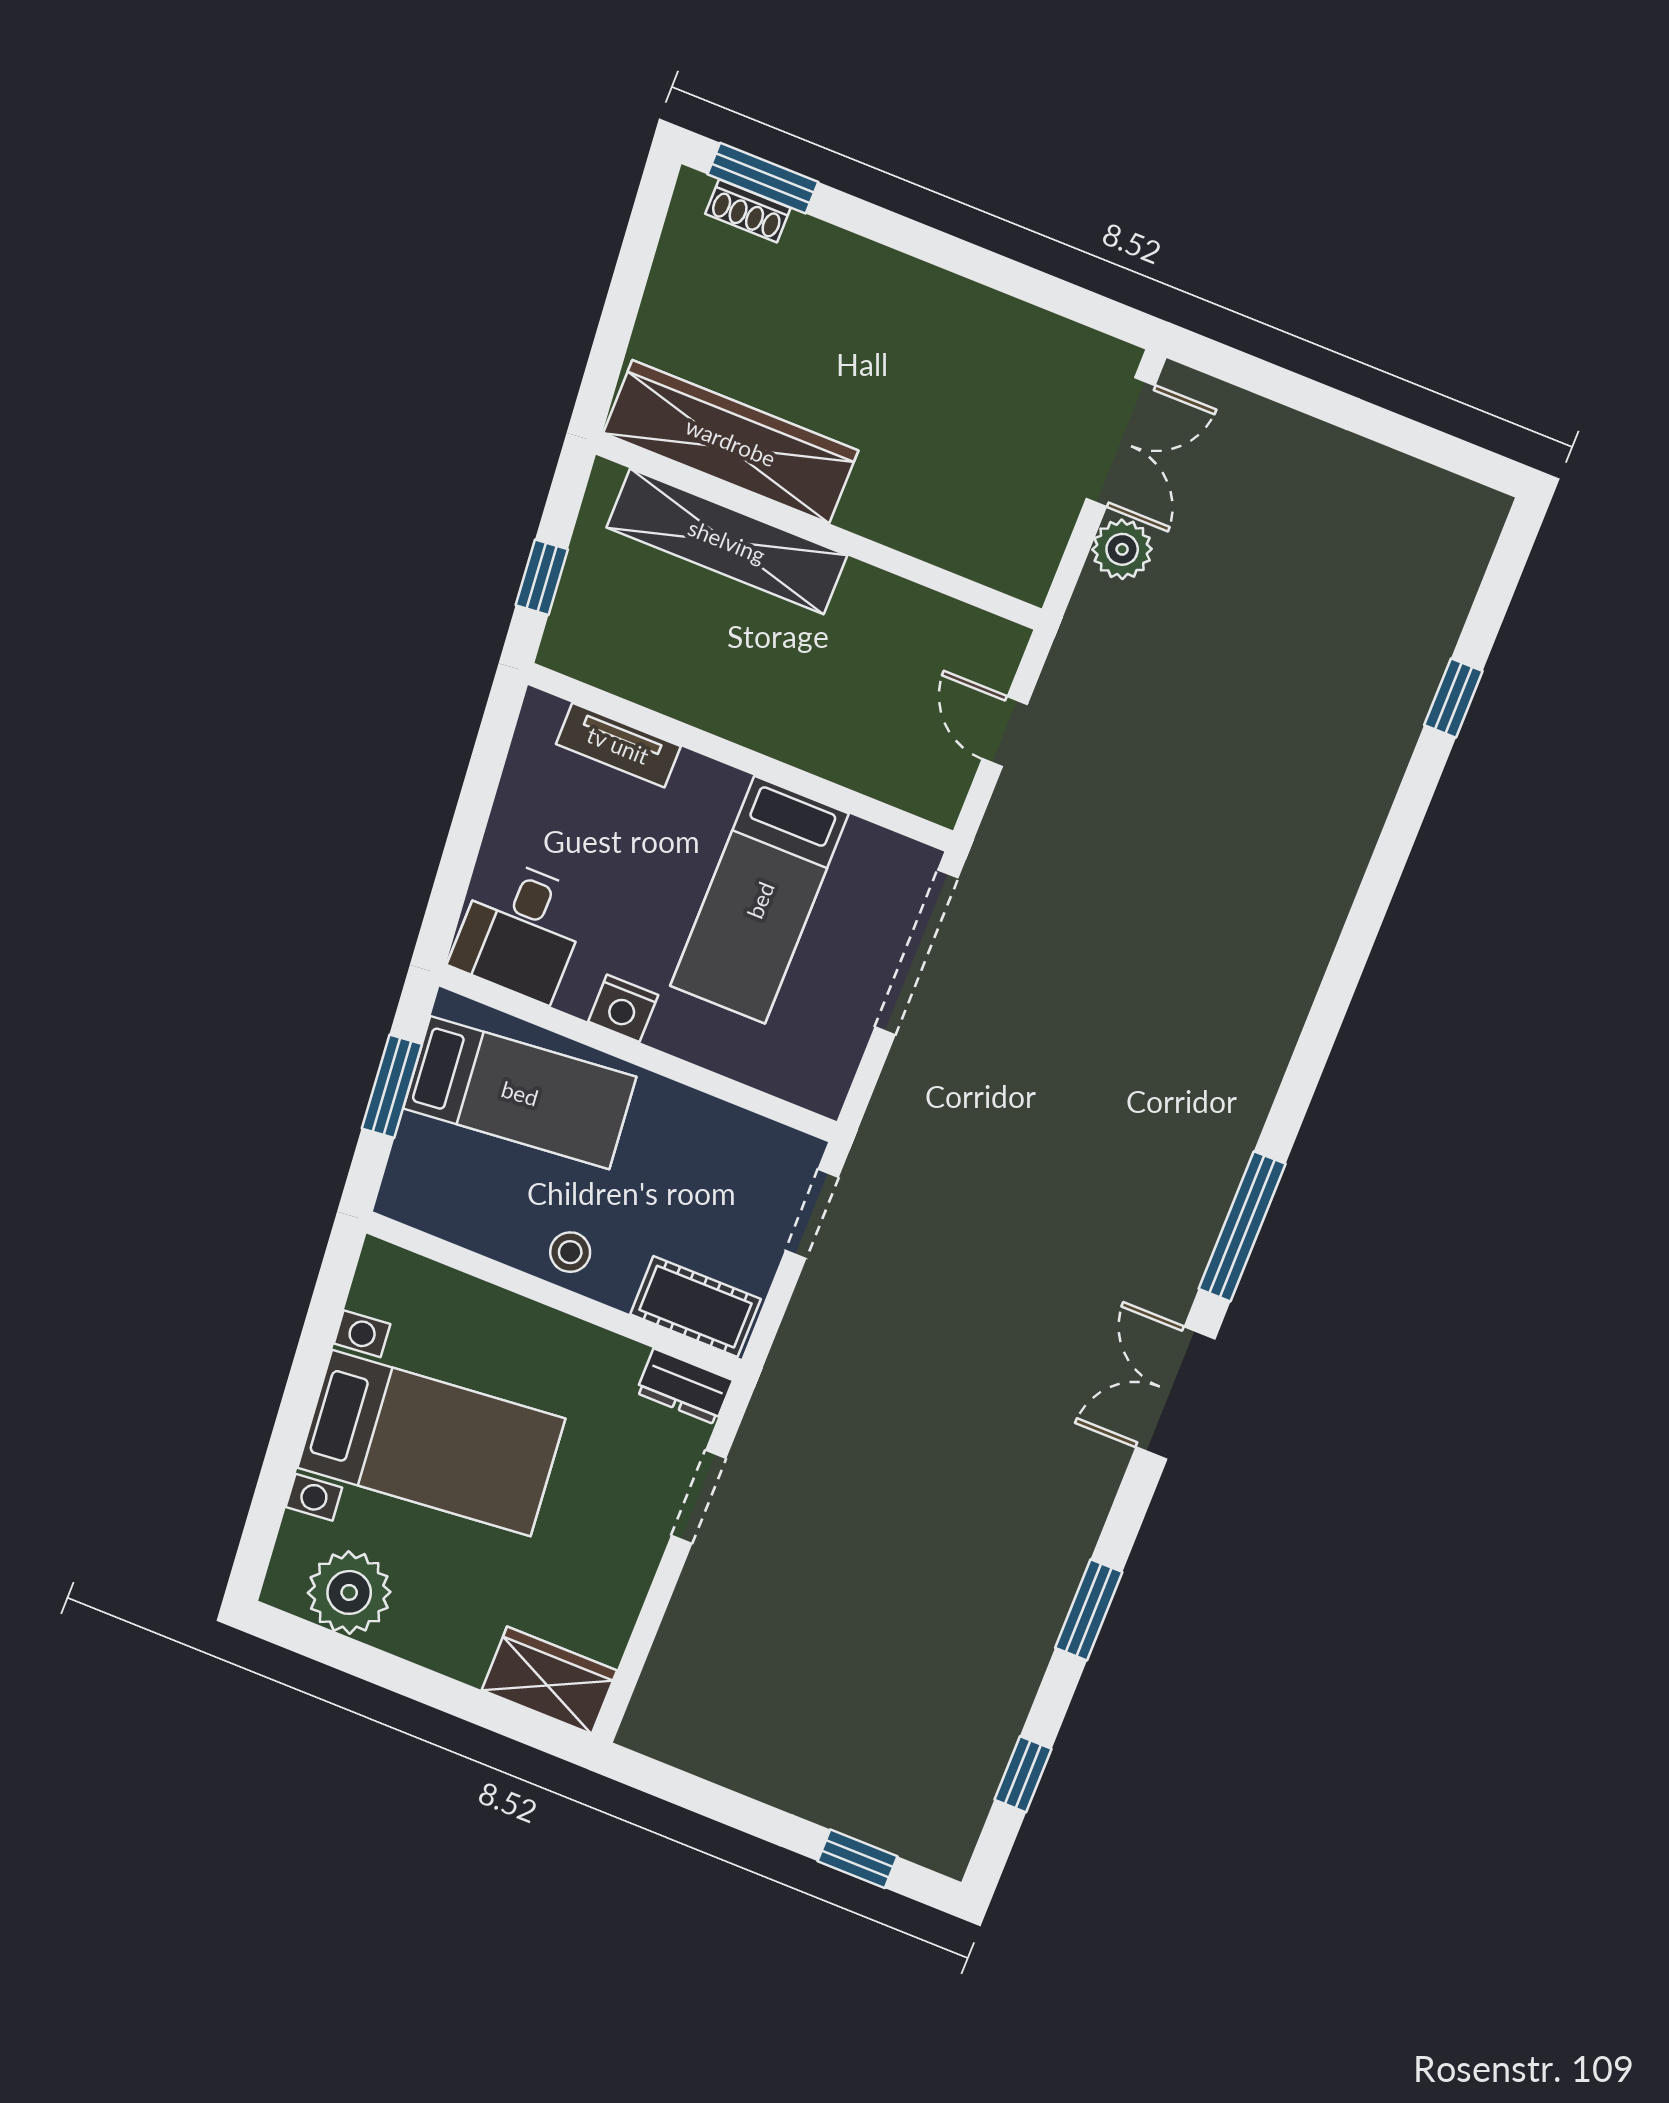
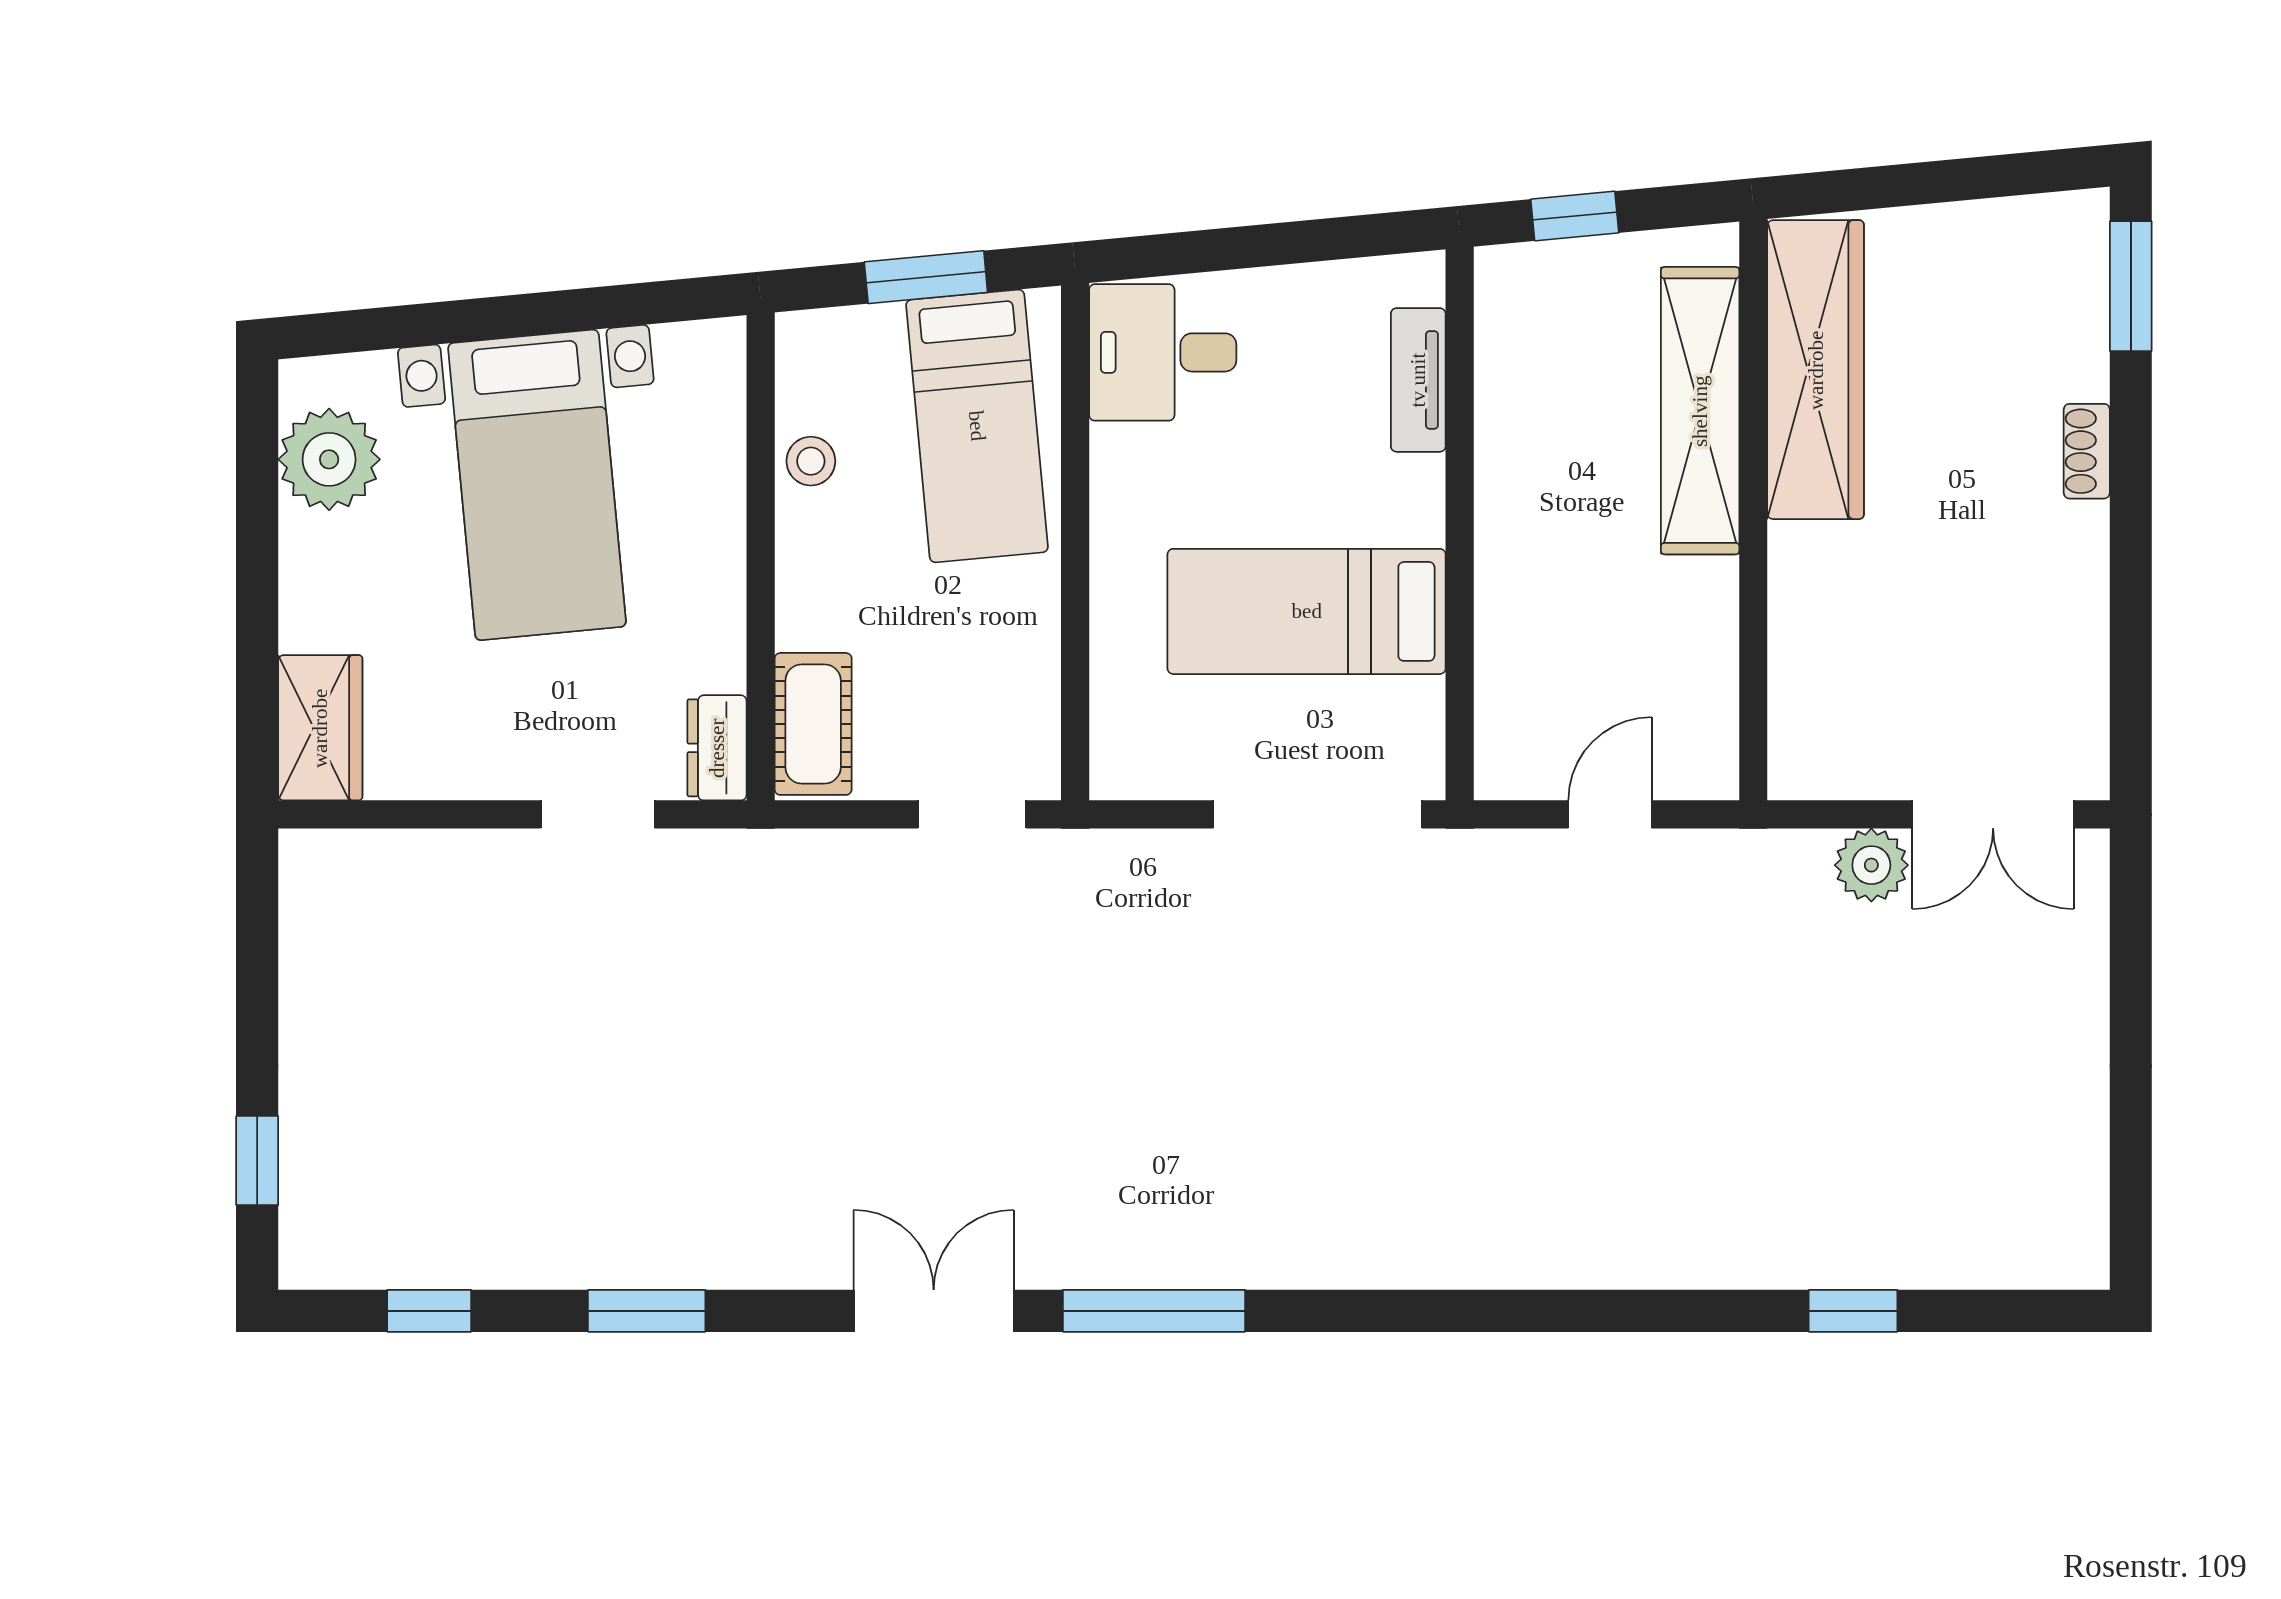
shoe rack: (748, 211) -> (2087, 451), moved
nightstand: (623, 1008) -> (1120, 505), removed
stool: (570, 1252) -> (811, 461), moved

